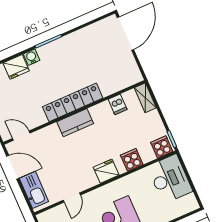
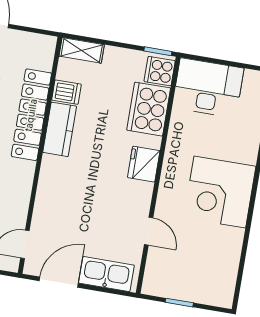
locker: (73, 102) -> (31, 115), moved
kitchen counter: (75, 123) -> (60, 129), moved
cooker: (132, 160) -> (149, 109), width x1.87, depth x1.31

